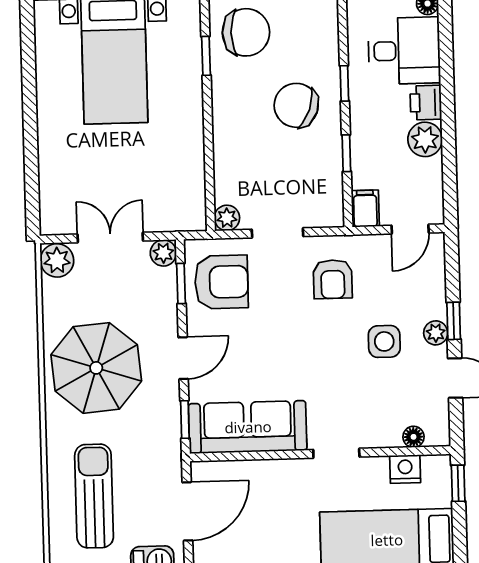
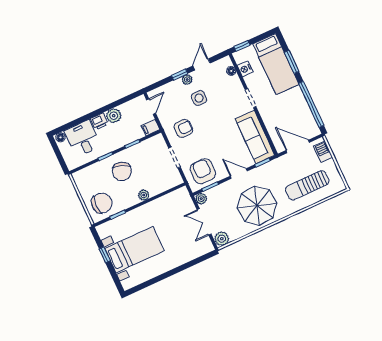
chair: (246, 32) -> (102, 203), turned 90
plant: (227, 218) -> (144, 195), moved
door: (410, 229) -> (151, 107), hinge flipped

